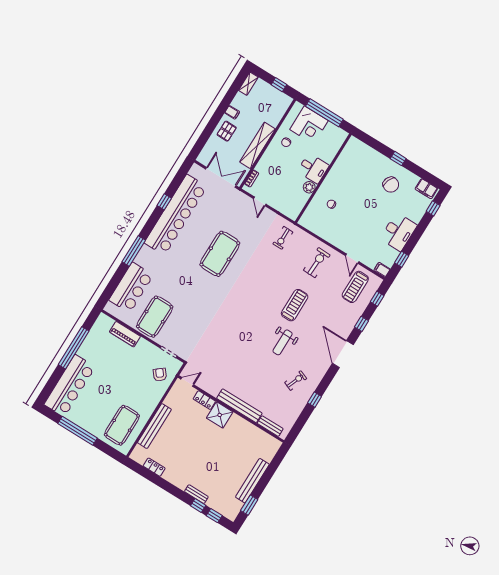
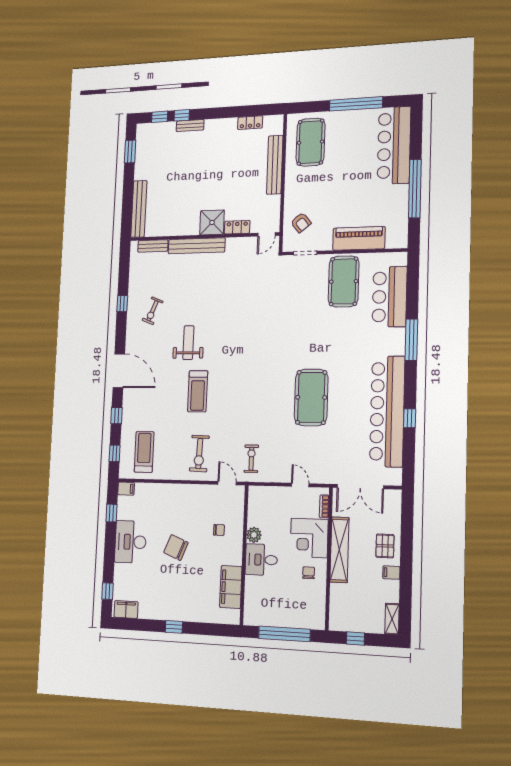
corner desk: (309, 125) -> (309, 538), moved, turned -90
filing cabinet: (344, 163) -> (231, 587), added
chair: (391, 185) -> (176, 548), moved
door: (352, 259) -> (227, 483), moved
piano: (125, 334) -> (359, 238), width x1.37, depth x1.33
bench: (252, 481) -> (139, 209), moved

